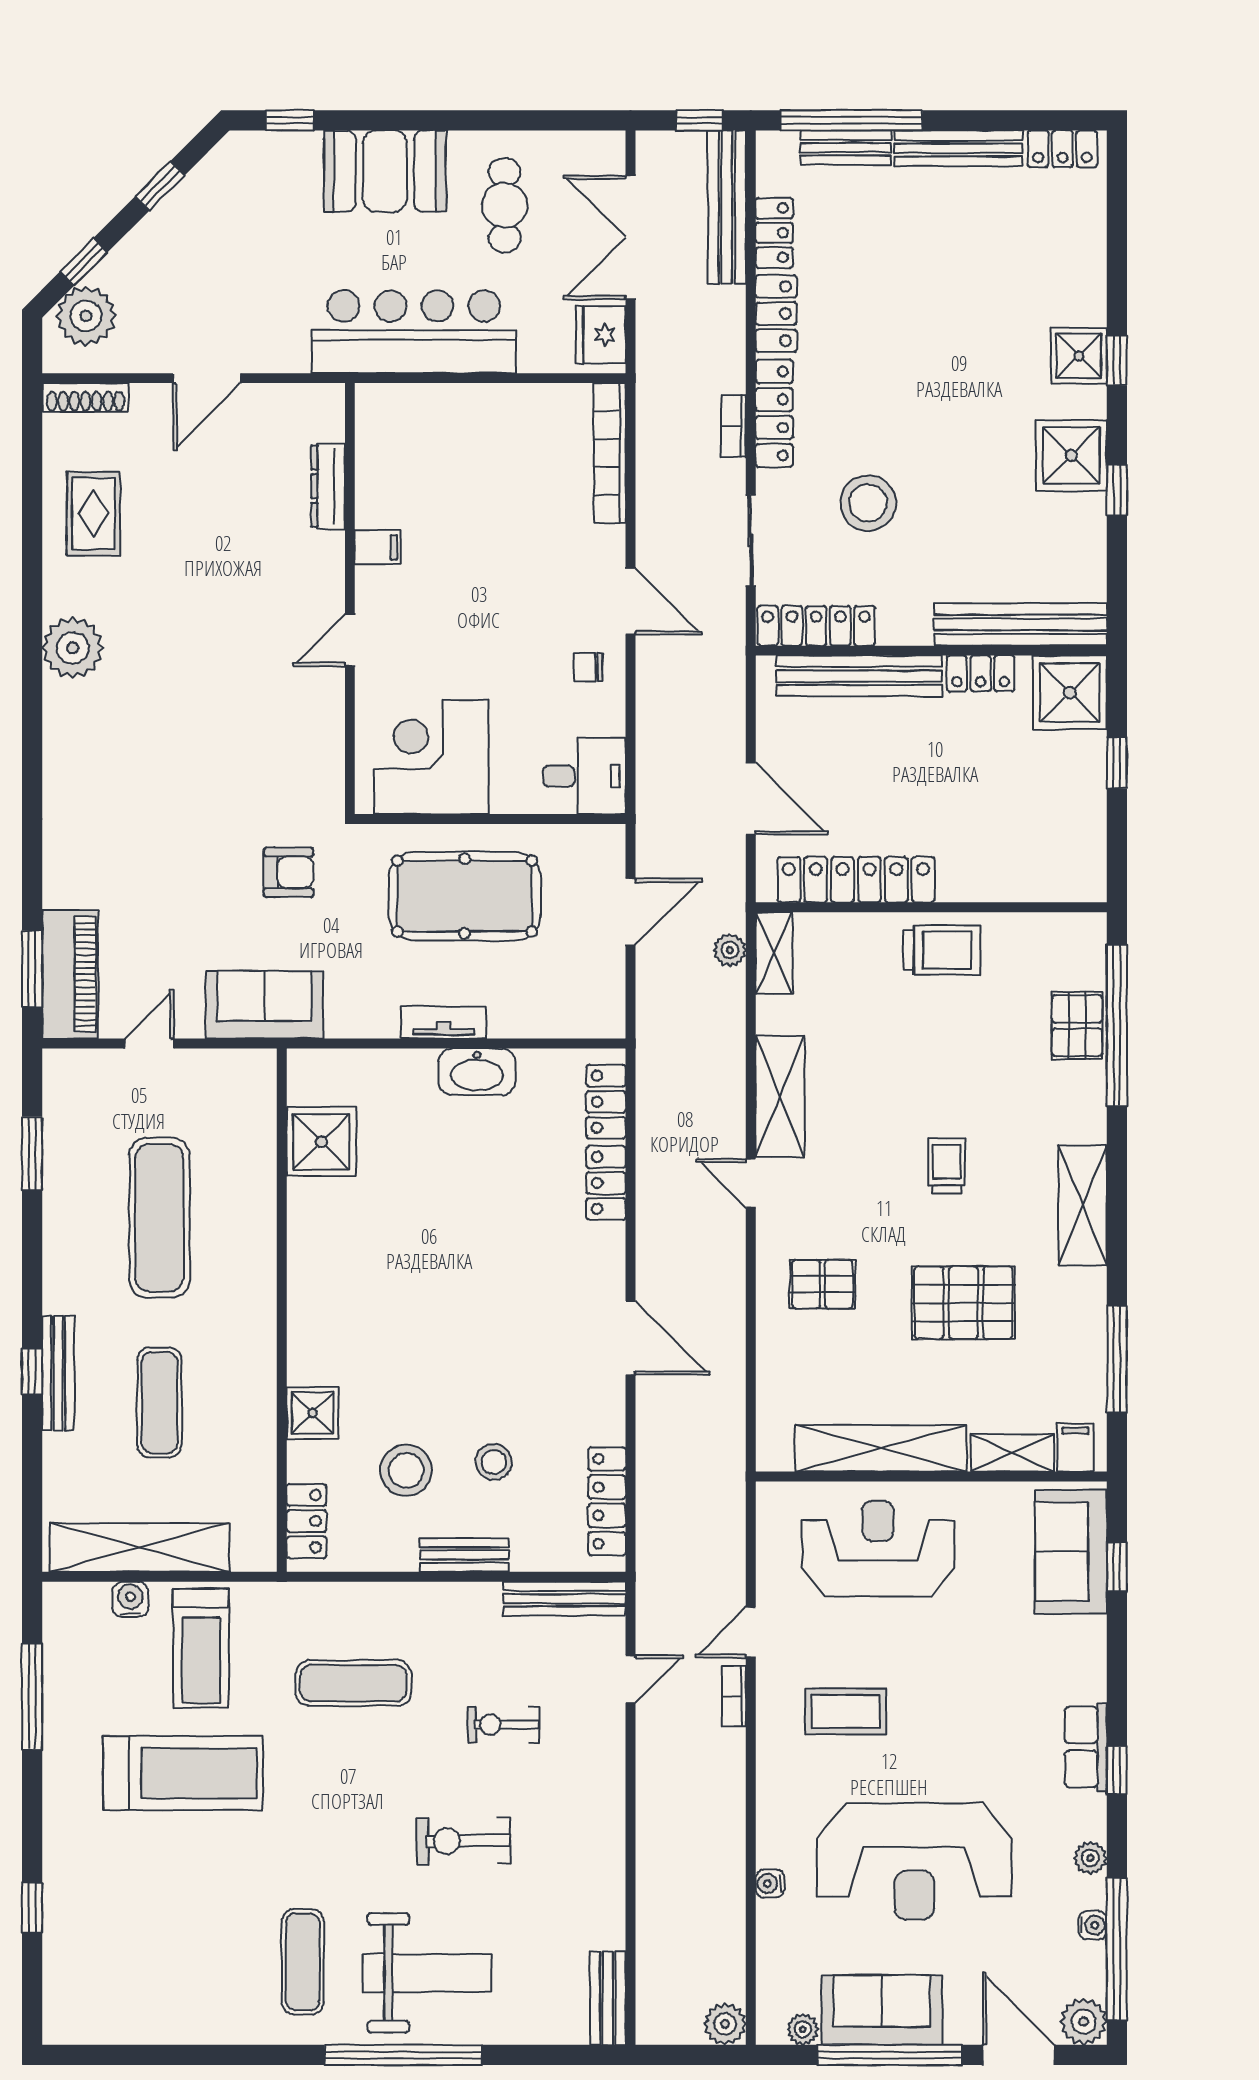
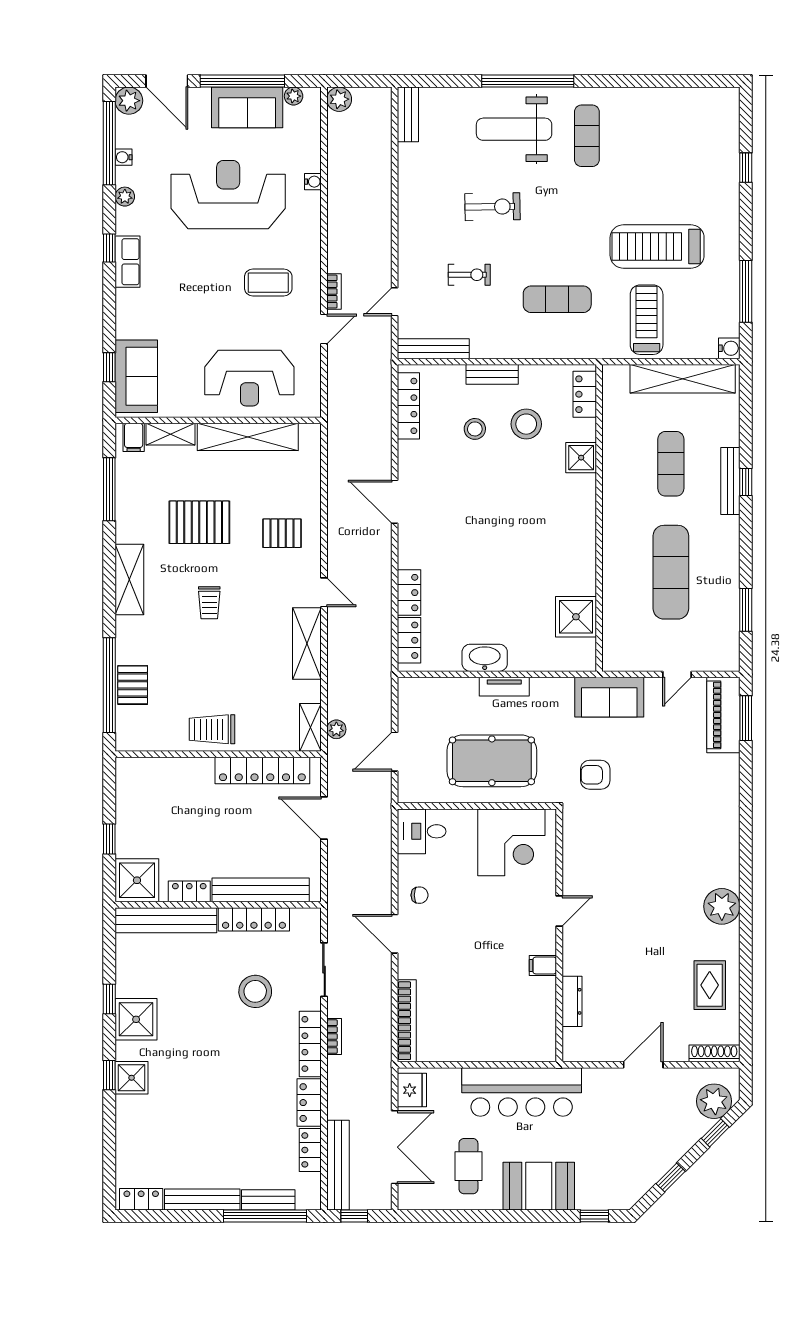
locker: (816, 626) -> (254, 919), moved
water cooler: (130, 1599) -> (729, 348), moved, turned -90

